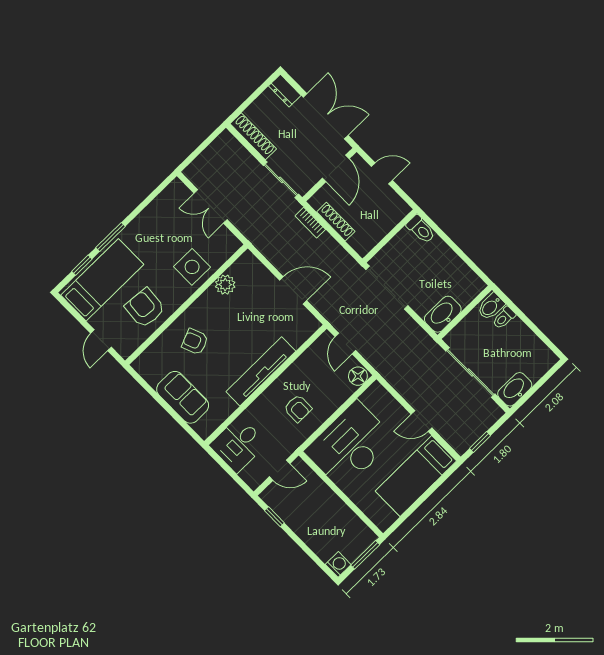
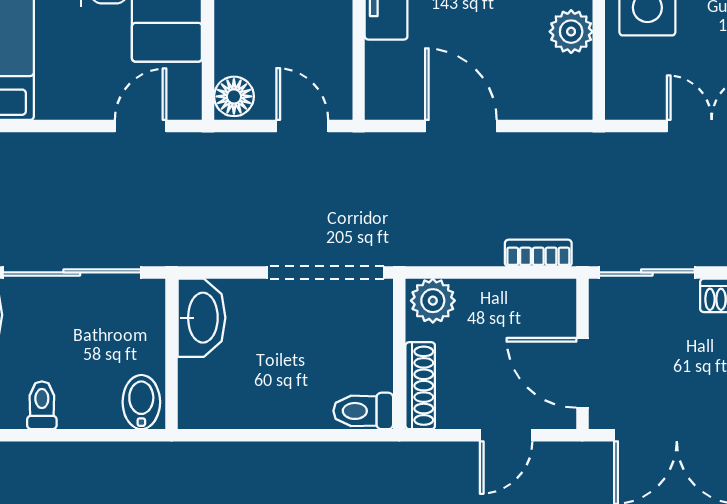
shoe rack: (336, 222) -> (420, 386), moved, turned -90
plant: (361, 242) -> (433, 301), added
door: (293, 290) -> (461, 126), swing flipped
toilet: (504, 318) -> (42, 405), moved
door: (422, 421) -> (141, 126), moved

